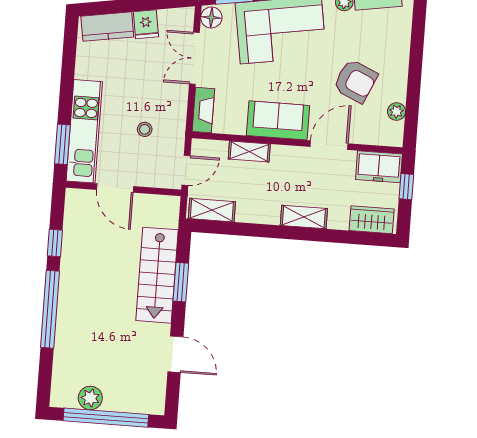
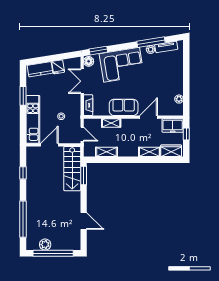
armchair: (355, 81) -> (159, 86), removed
window: (62, 144) -> (23, 96), moved
door: (186, 170) -> (82, 134), hinge flipped
door: (115, 188) -> (49, 145), swing flipped
shelving: (212, 210) -> (107, 152), moved
shelving: (304, 217) -> (149, 152), moved
stairs: (157, 275) -> (72, 169), moved
window: (181, 282) -> (84, 175), moved
window: (50, 309) -> (23, 219), moved

